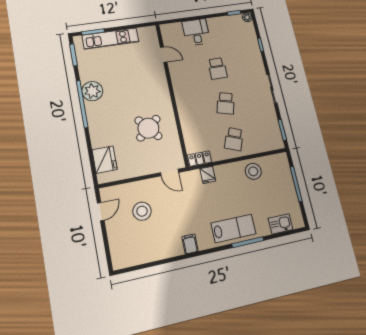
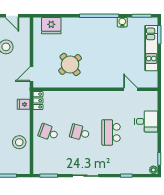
door: (164, 55) -> (130, 89), swing flipped
school desk: (217, 68) -> (111, 132), width x1.85
water cooler: (85, 76) -> (122, 22), added
plant: (92, 91) -> (108, 26), removed

